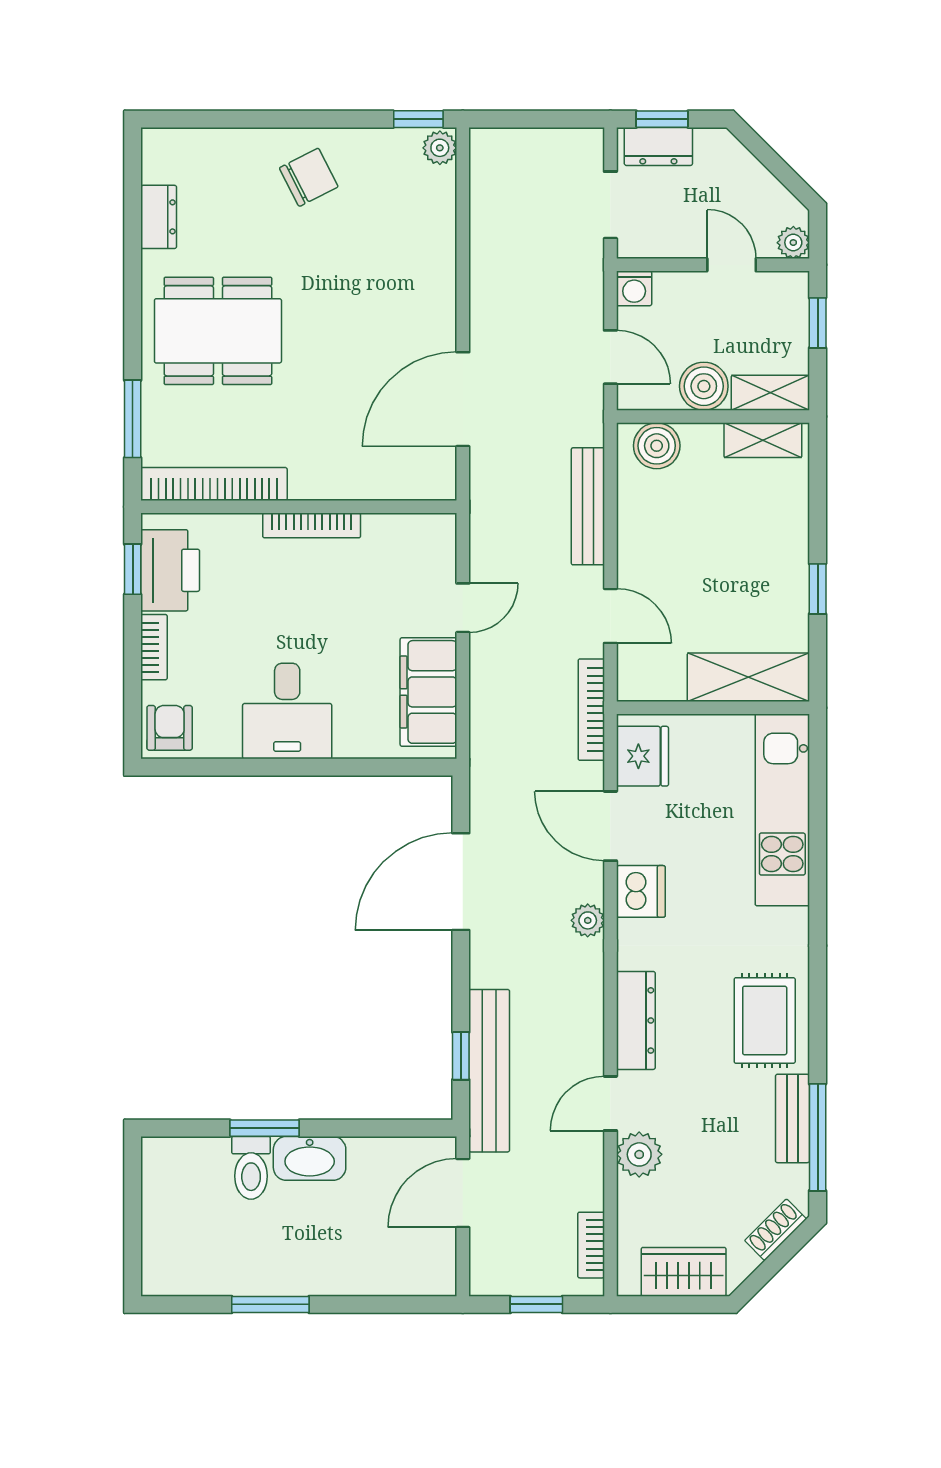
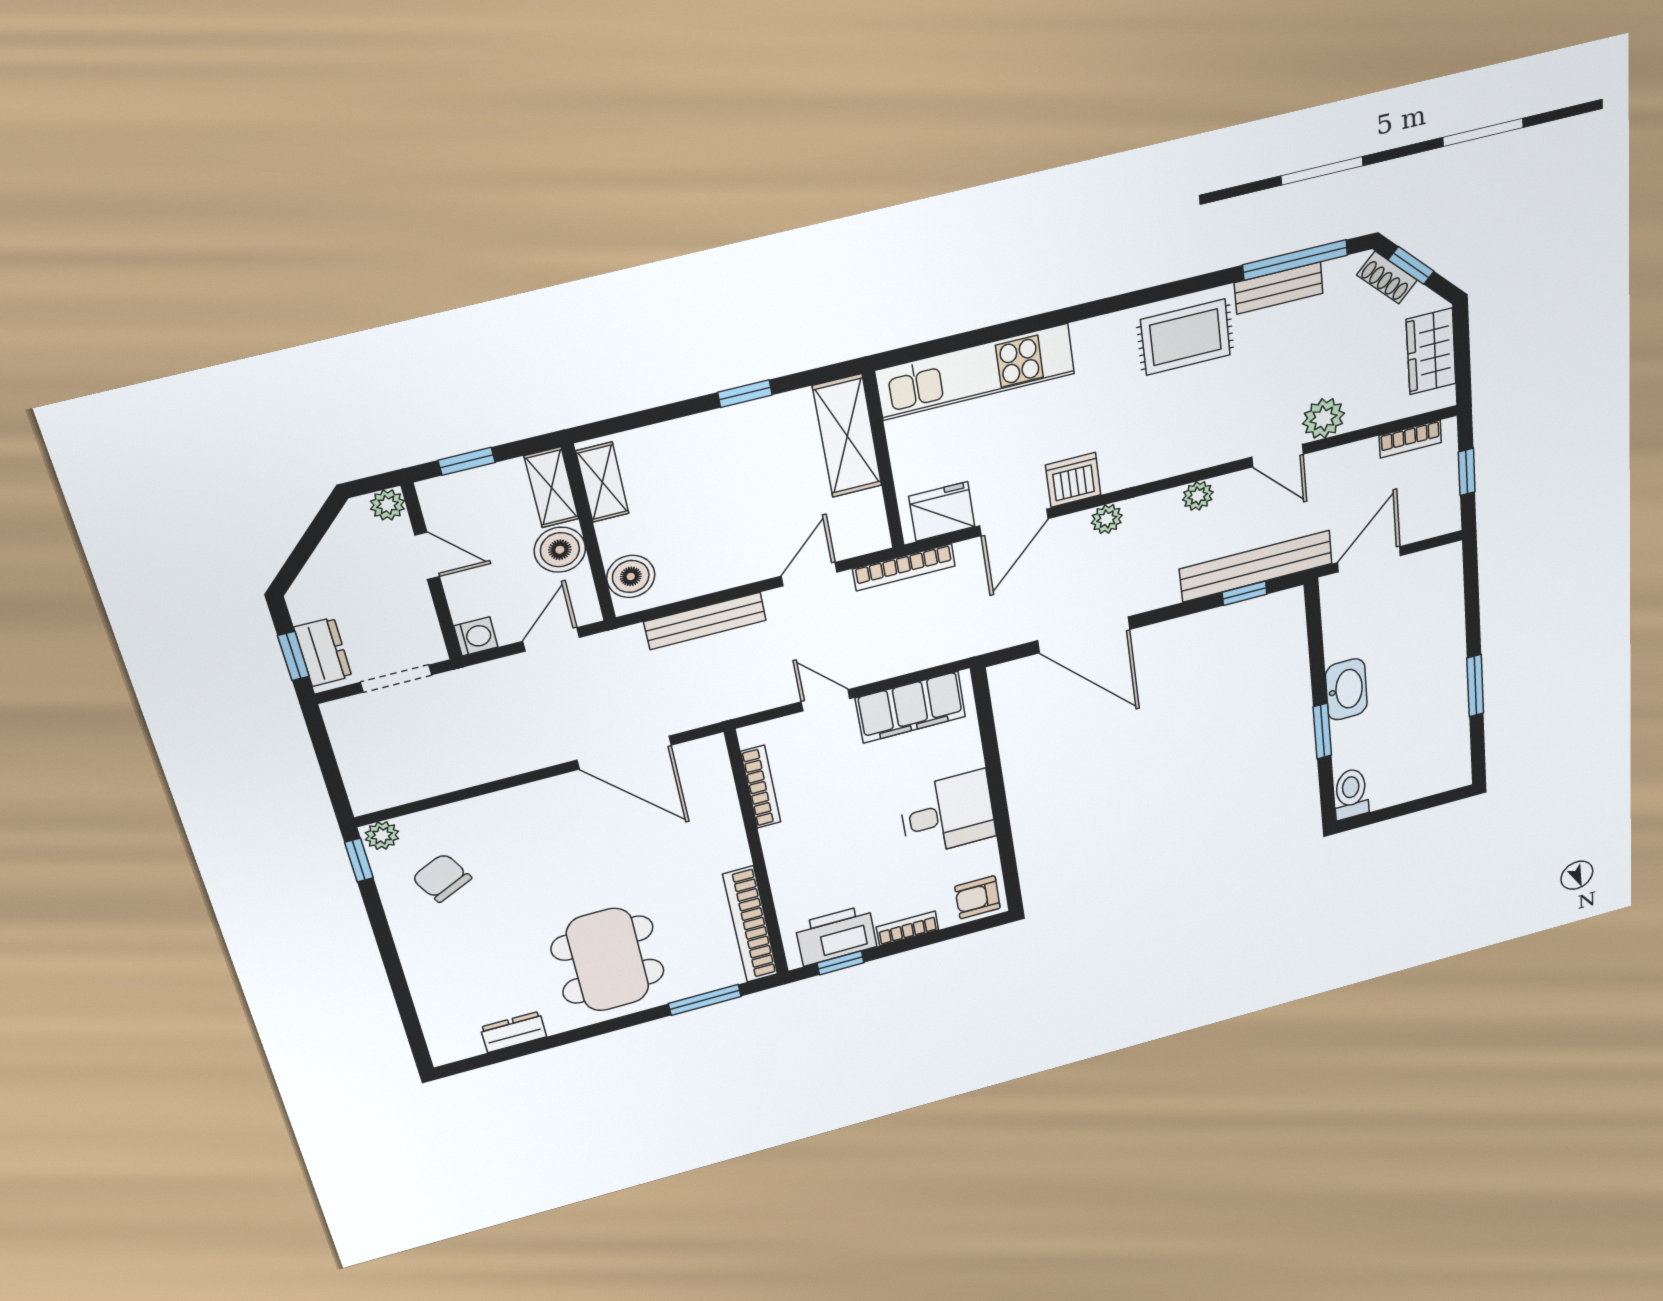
chair: (309, 177) -> (442, 878), moved
door: (732, 265) -> (427, 556), swing flipped
bookcase: (312, 525) -> (761, 787), moved
plant: (588, 1017) -> (1198, 496), added
dresser: (636, 1020) -> (1197, 453), removed
toilet: (251, 1168) -> (1351, 794), moved, turned -90
door: (463, 1193) -> (1369, 559), swing flipped
window: (782, 1255) -> (1411, 265), added

